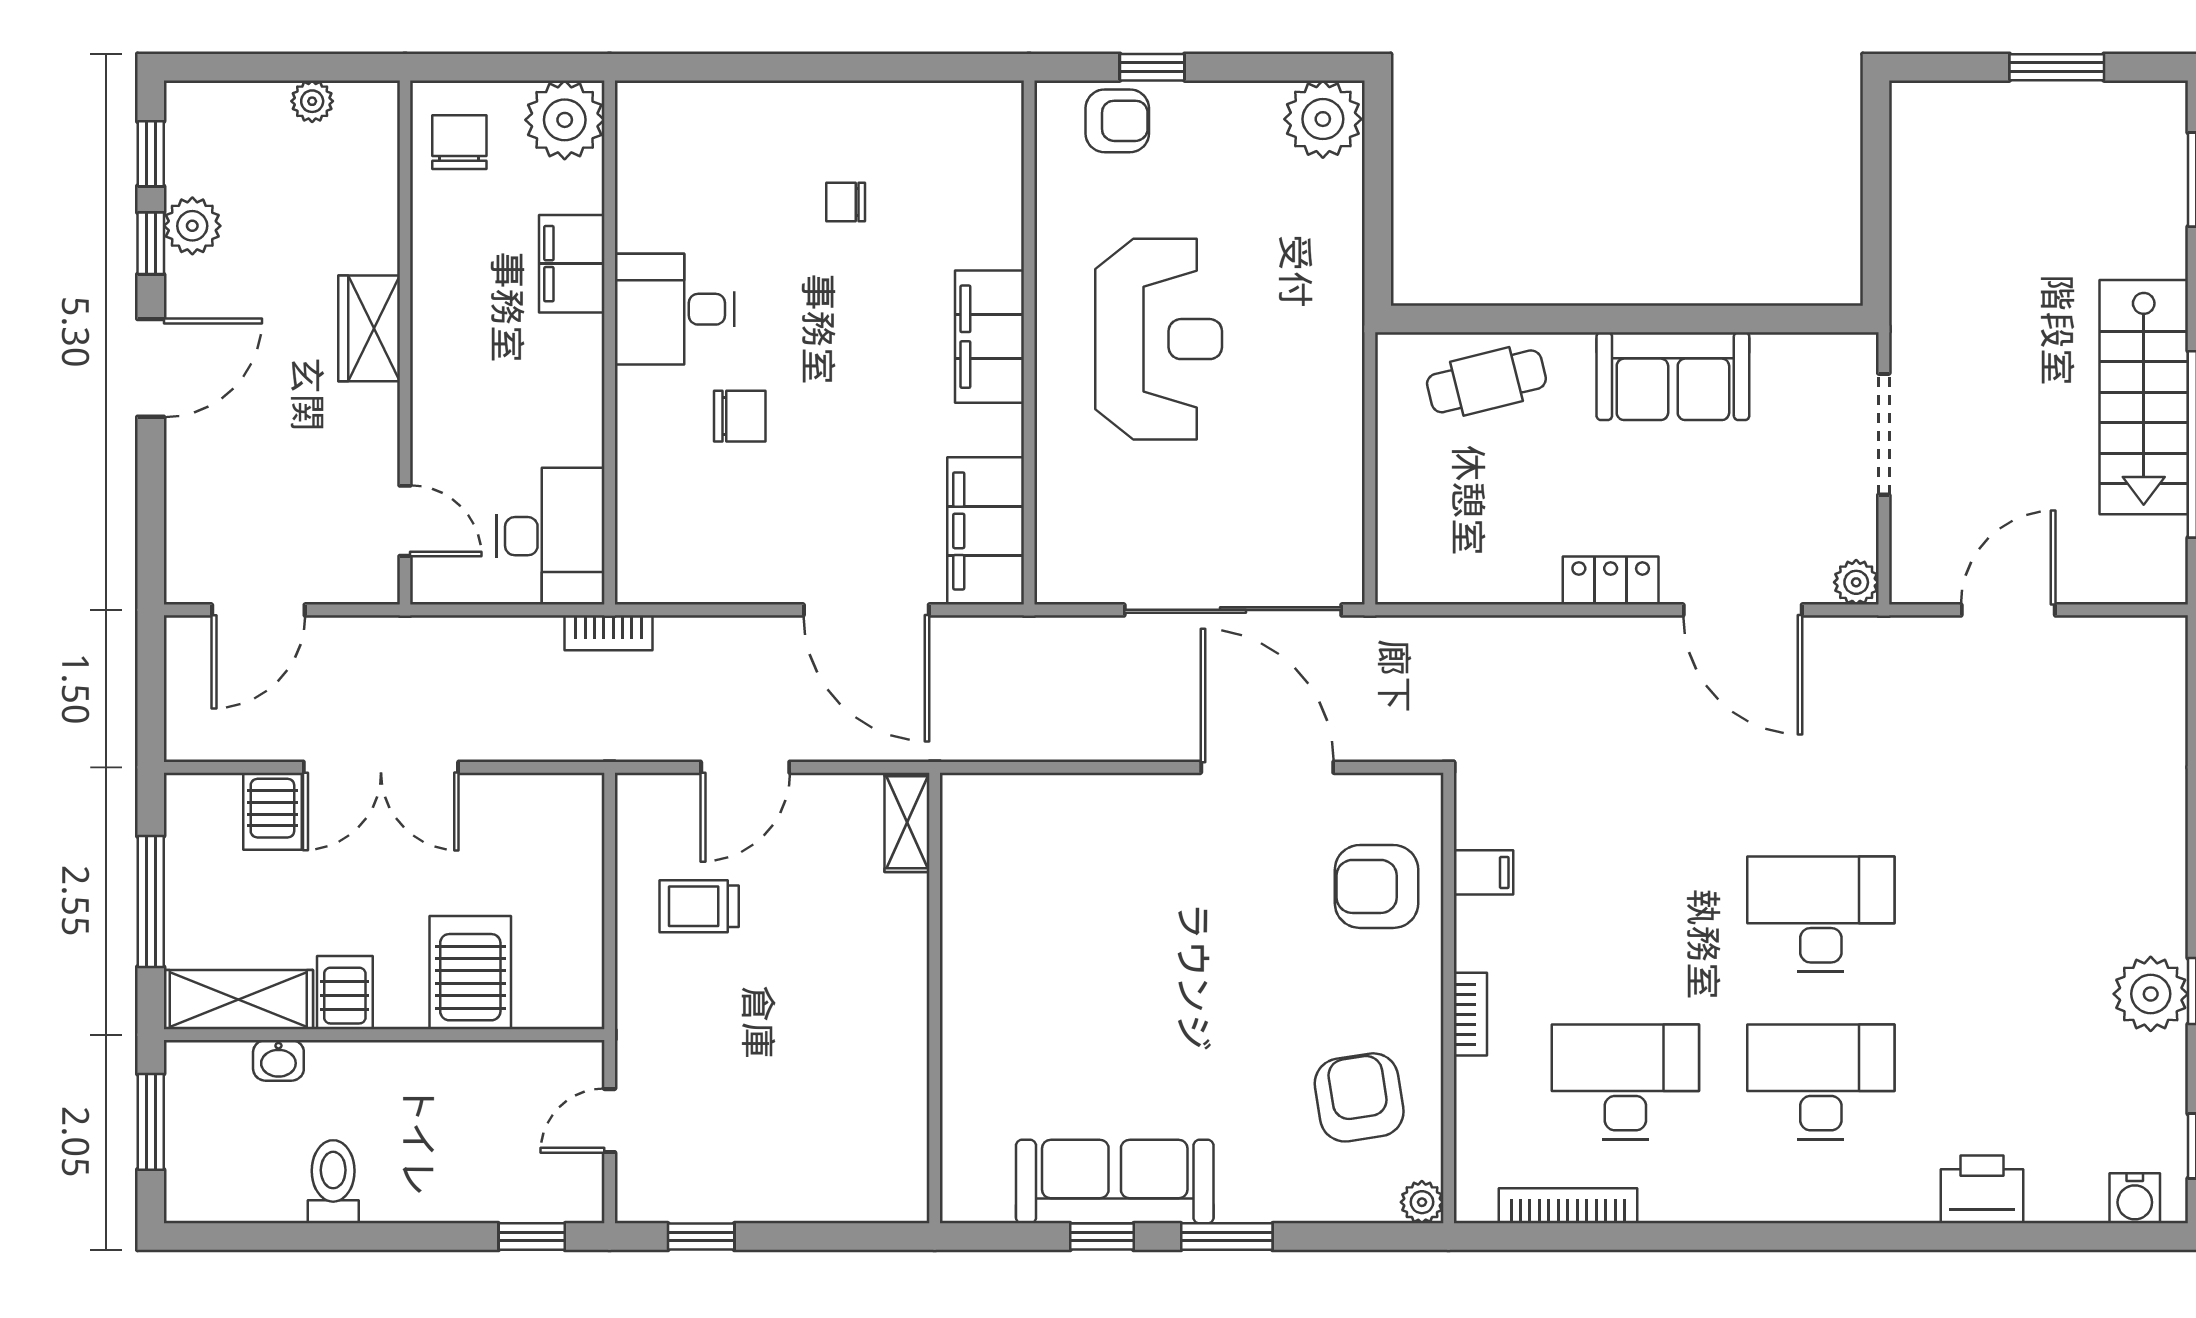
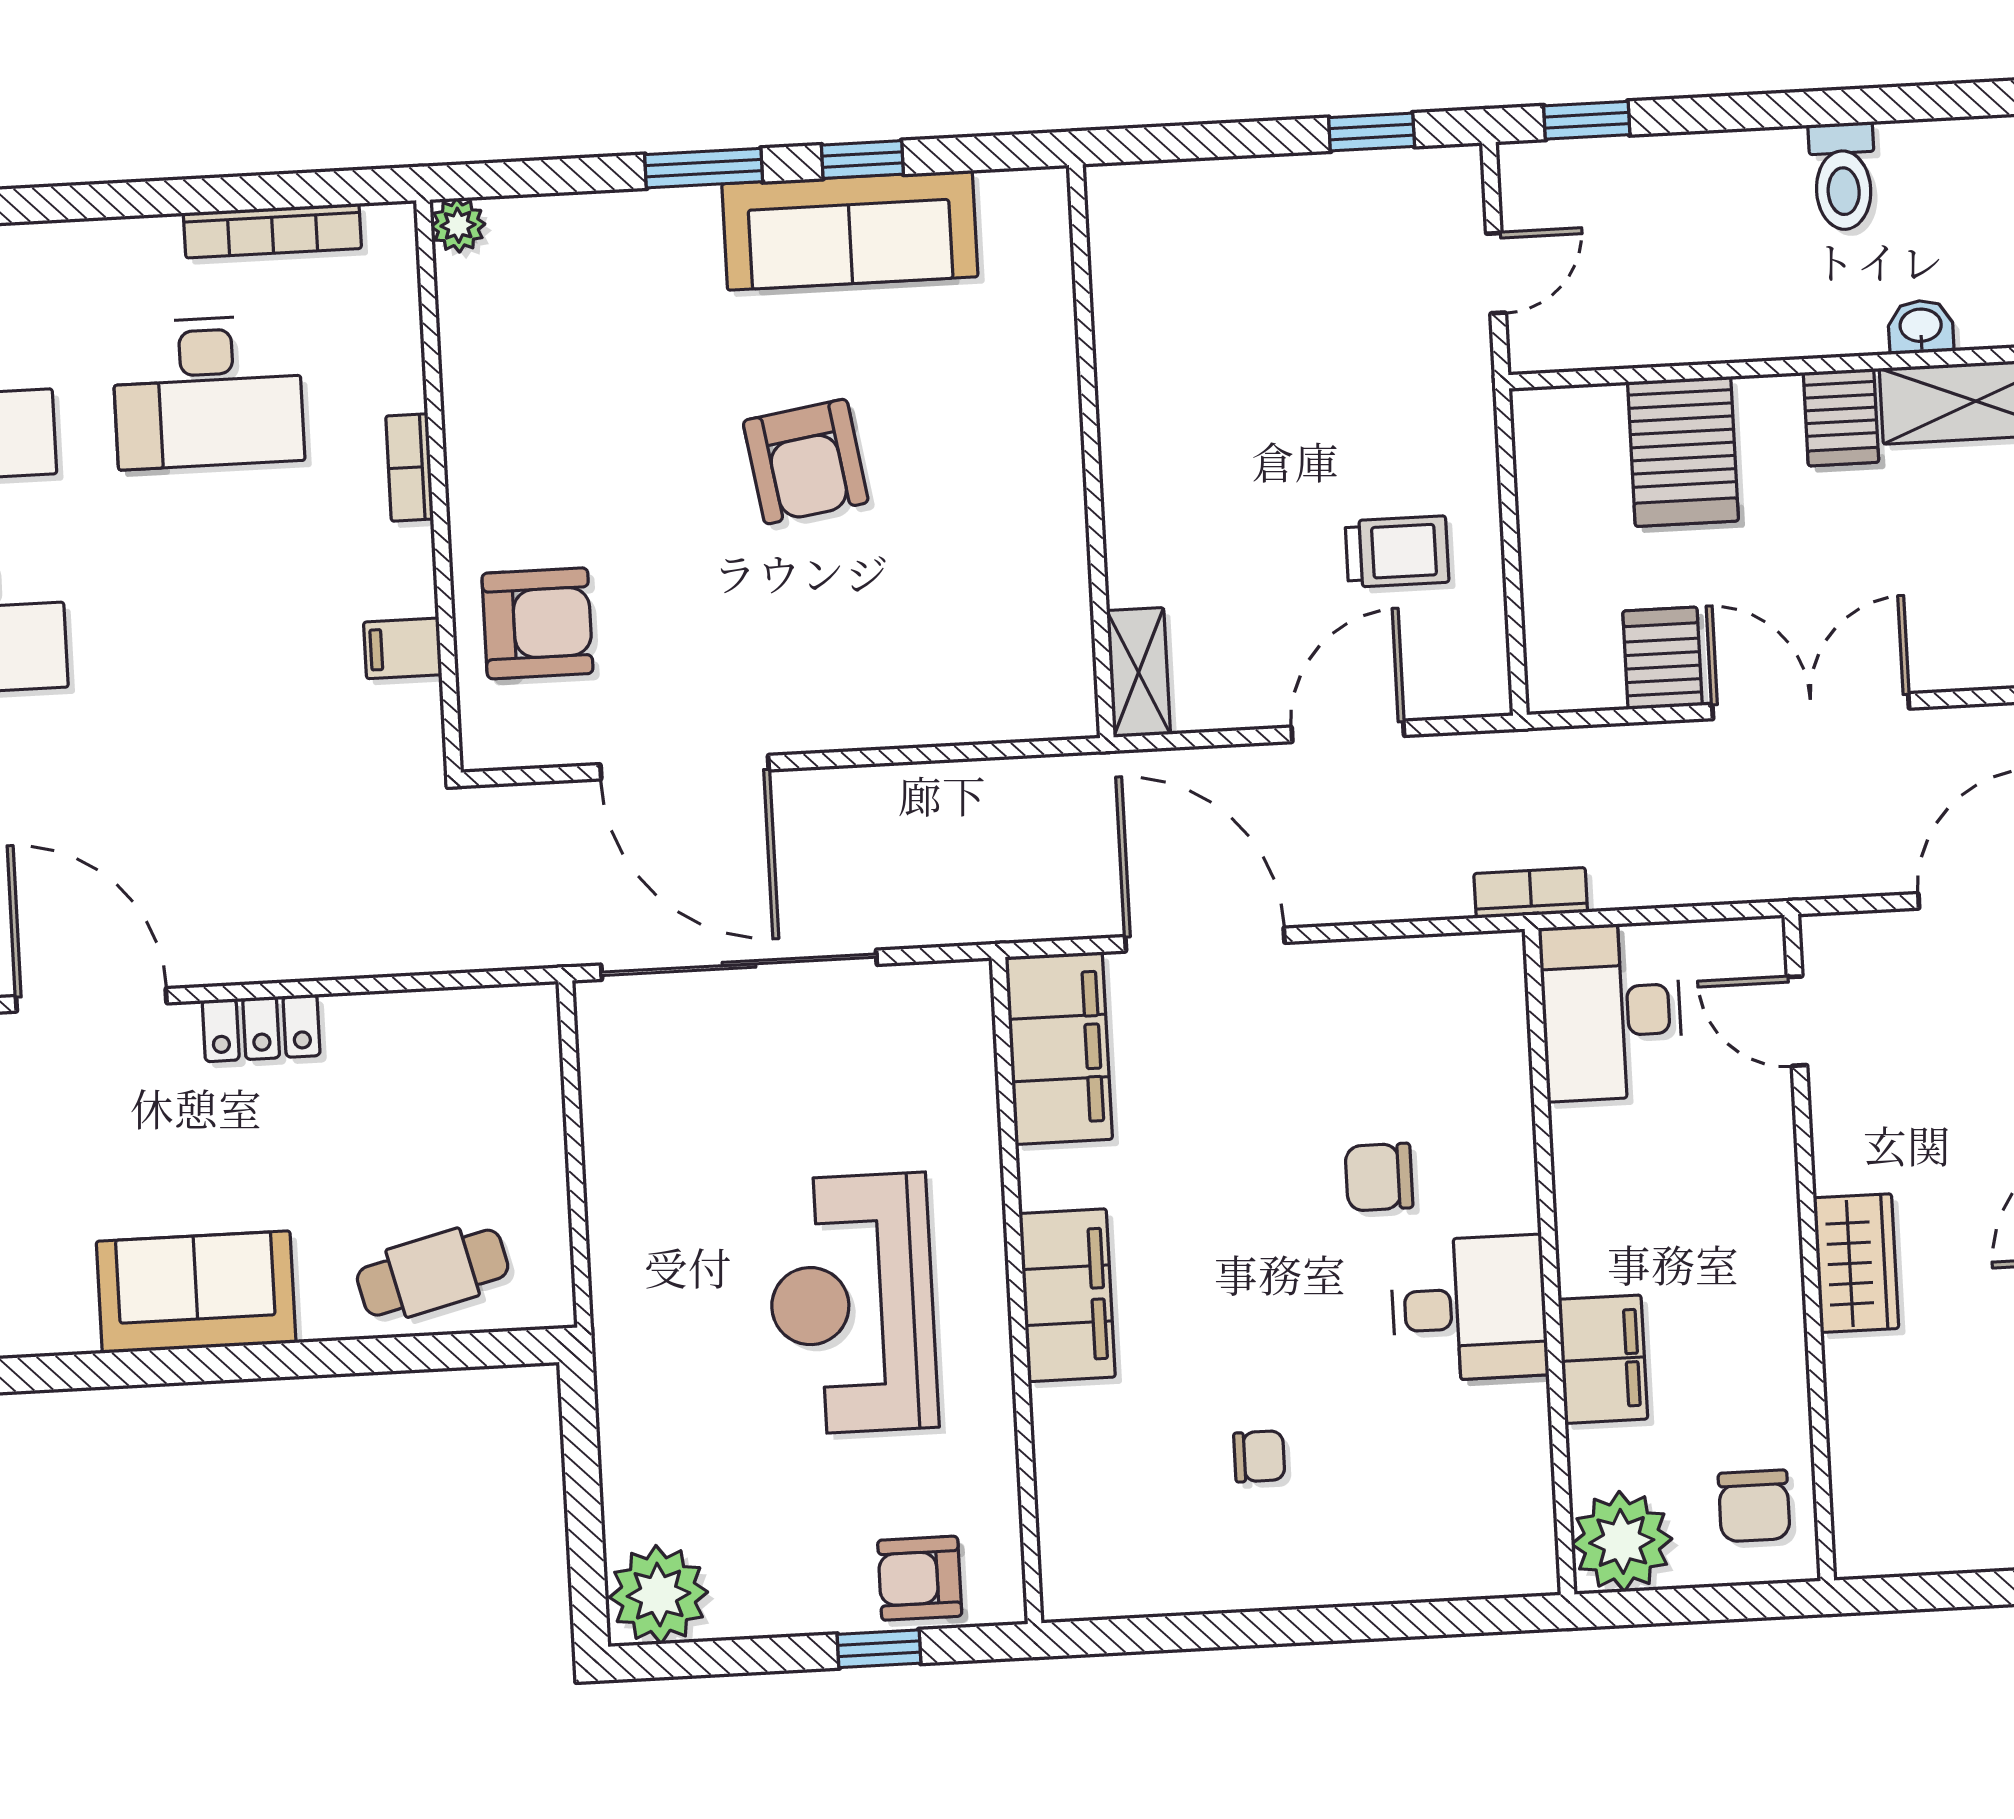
plant: (312, 101) -> (1944, 1548), removed
server rack: (272, 811) -> (1662, 658), moved
armchair: (1359, 1097) -> (806, 462), moved

